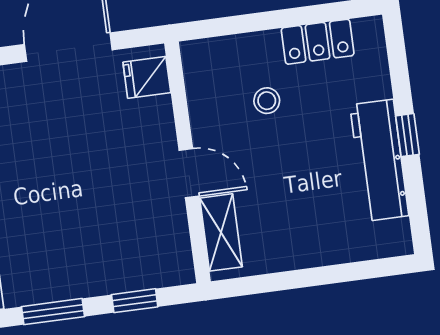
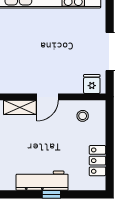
stool: (267, 101) -> (83, 116), moved

